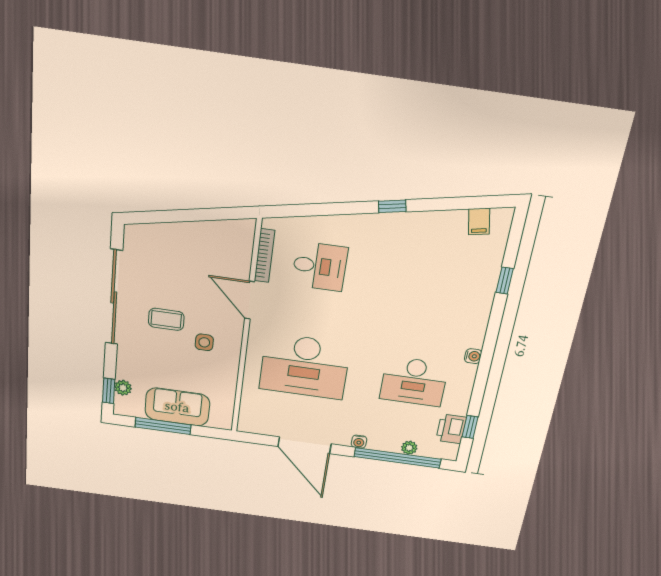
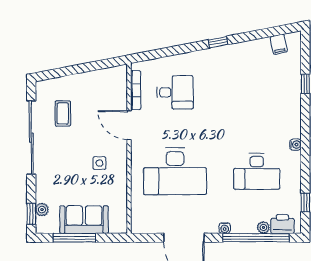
coffee table: (166, 319) -> (63, 113), moved, turned 90
printer: (451, 429) -> (282, 224), moved, turned 90

